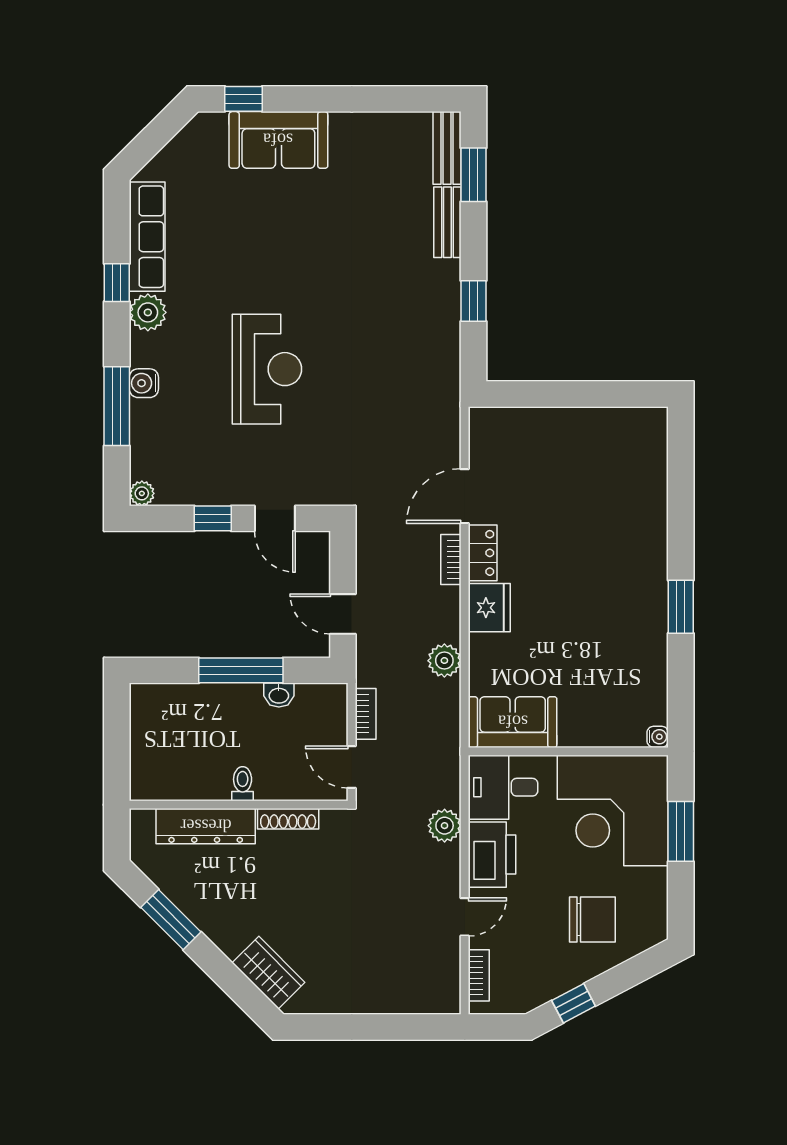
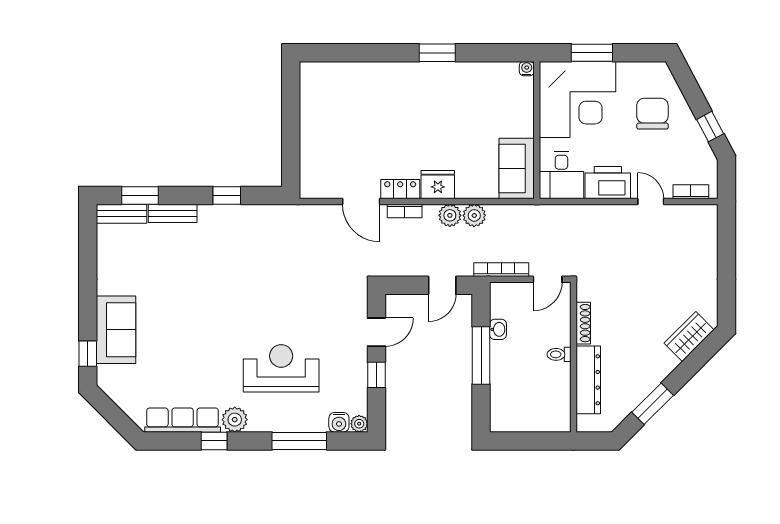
reception desk: (267, 369) -> (281, 368), moved
water cooler: (144, 383) -> (339, 422), moved
bookcase: (366, 714) -> (501, 270), width x1.56
plant: (445, 826) -> (450, 215), moved

